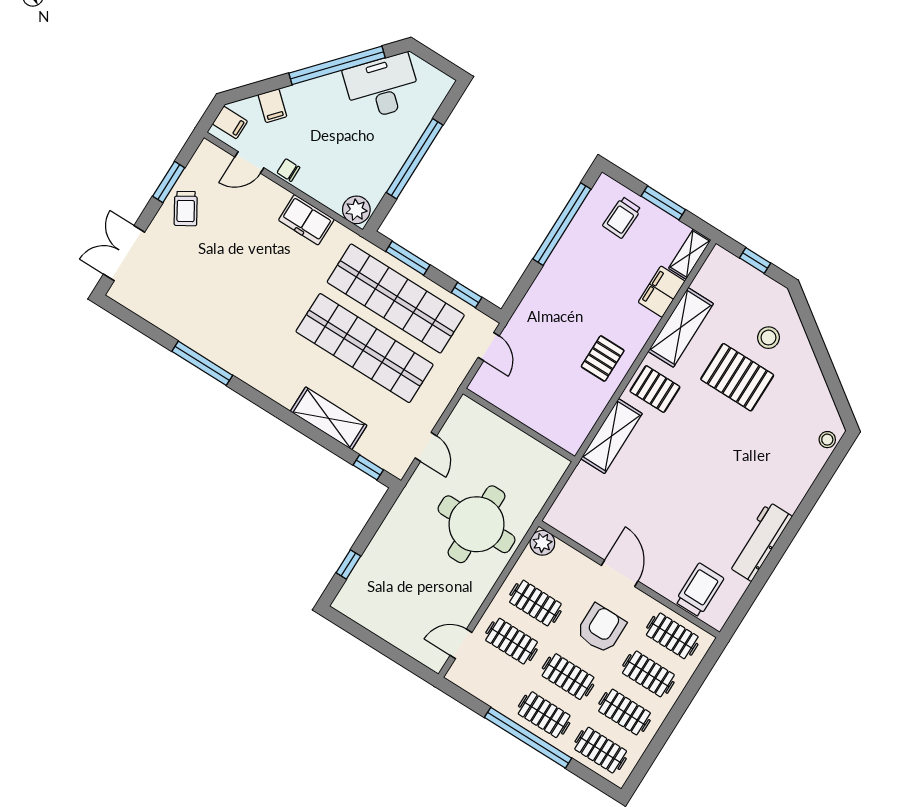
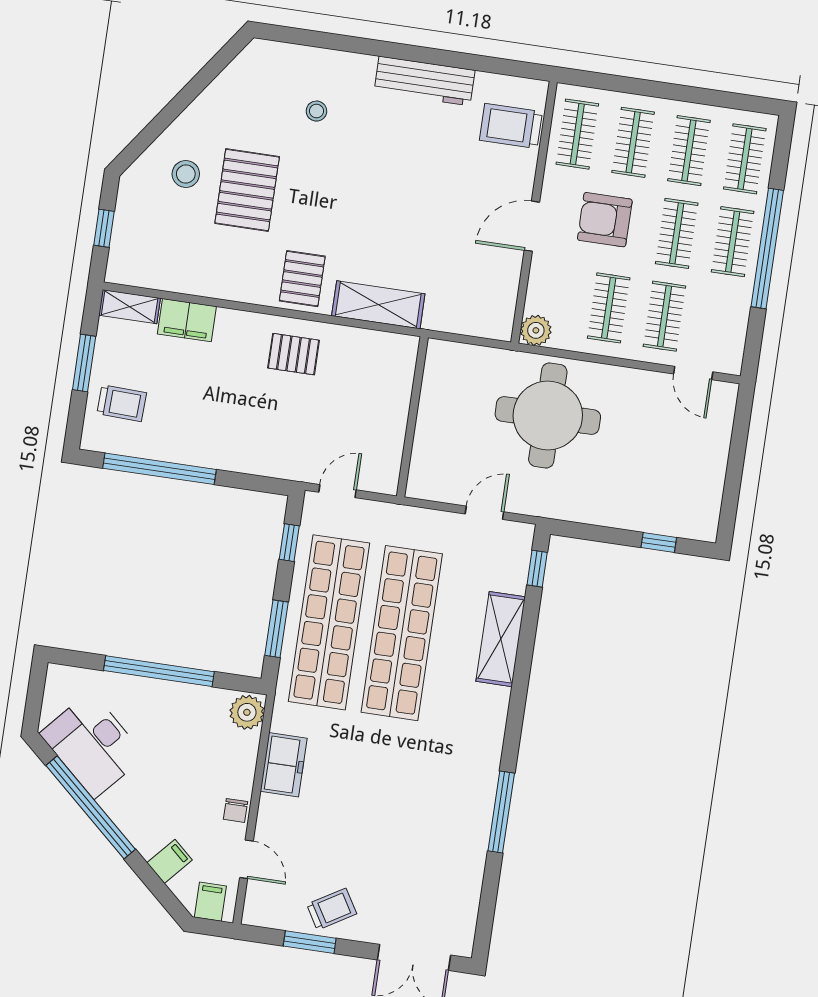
shelving: (681, 327) -> (218, 280), removed
stool: (827, 440) -> (316, 111), moved

